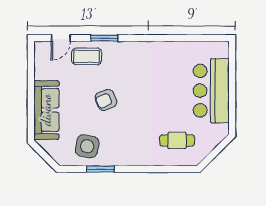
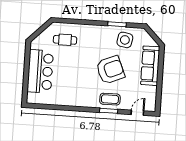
coffee table: (87, 56) -> (110, 99), moved
armchair: (106, 100) -> (110, 70), width x1.88, depth x1.88

